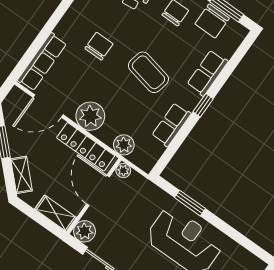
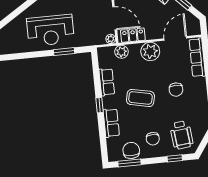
locker: (86, 147) -> (133, 35), width x0.66

